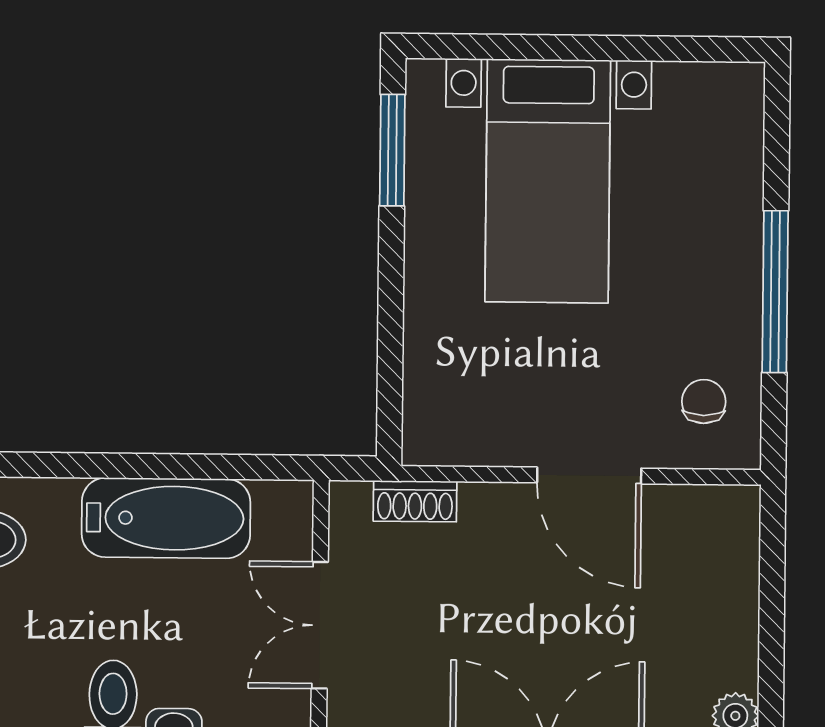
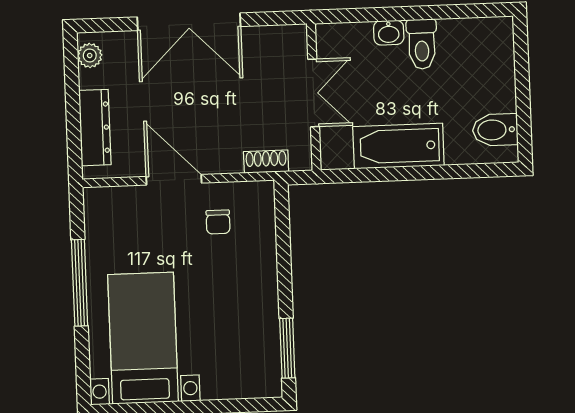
bed with nightstands: (548, 181) -> (143, 338), moved
chair: (704, 402) -> (218, 222), moved
dresser: (732, 580) -> (95, 128), added

